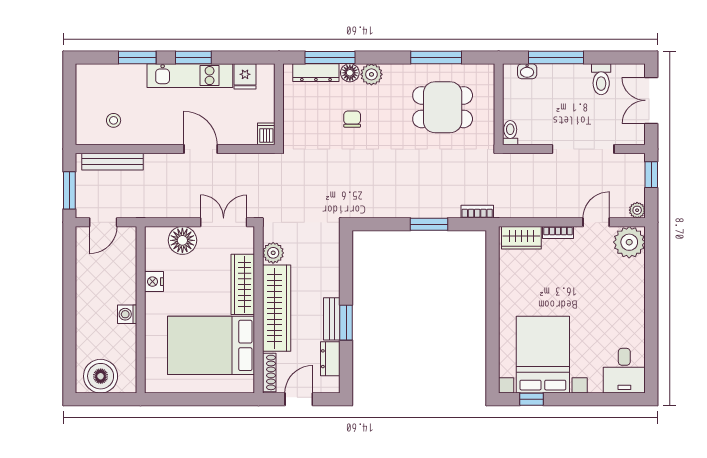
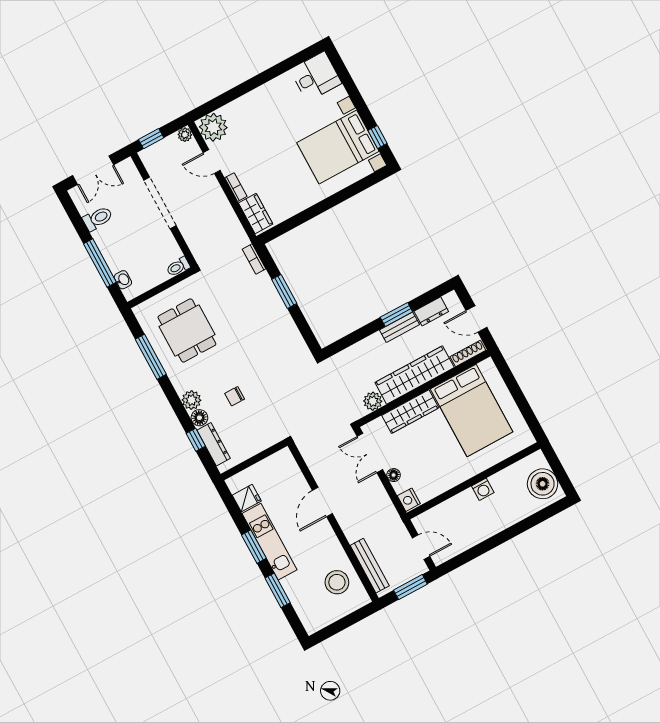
window: (330, 57) -> (196, 440), width x0.46
stool: (114, 120) -> (337, 582), width x1.89, depth x1.89
dishwasher: (266, 134) -> (283, 457), removed
floor lamp: (182, 240) -> (394, 475), width x0.53, depth x0.53
nightstand: (154, 282) -> (409, 500), moved, turned 90

